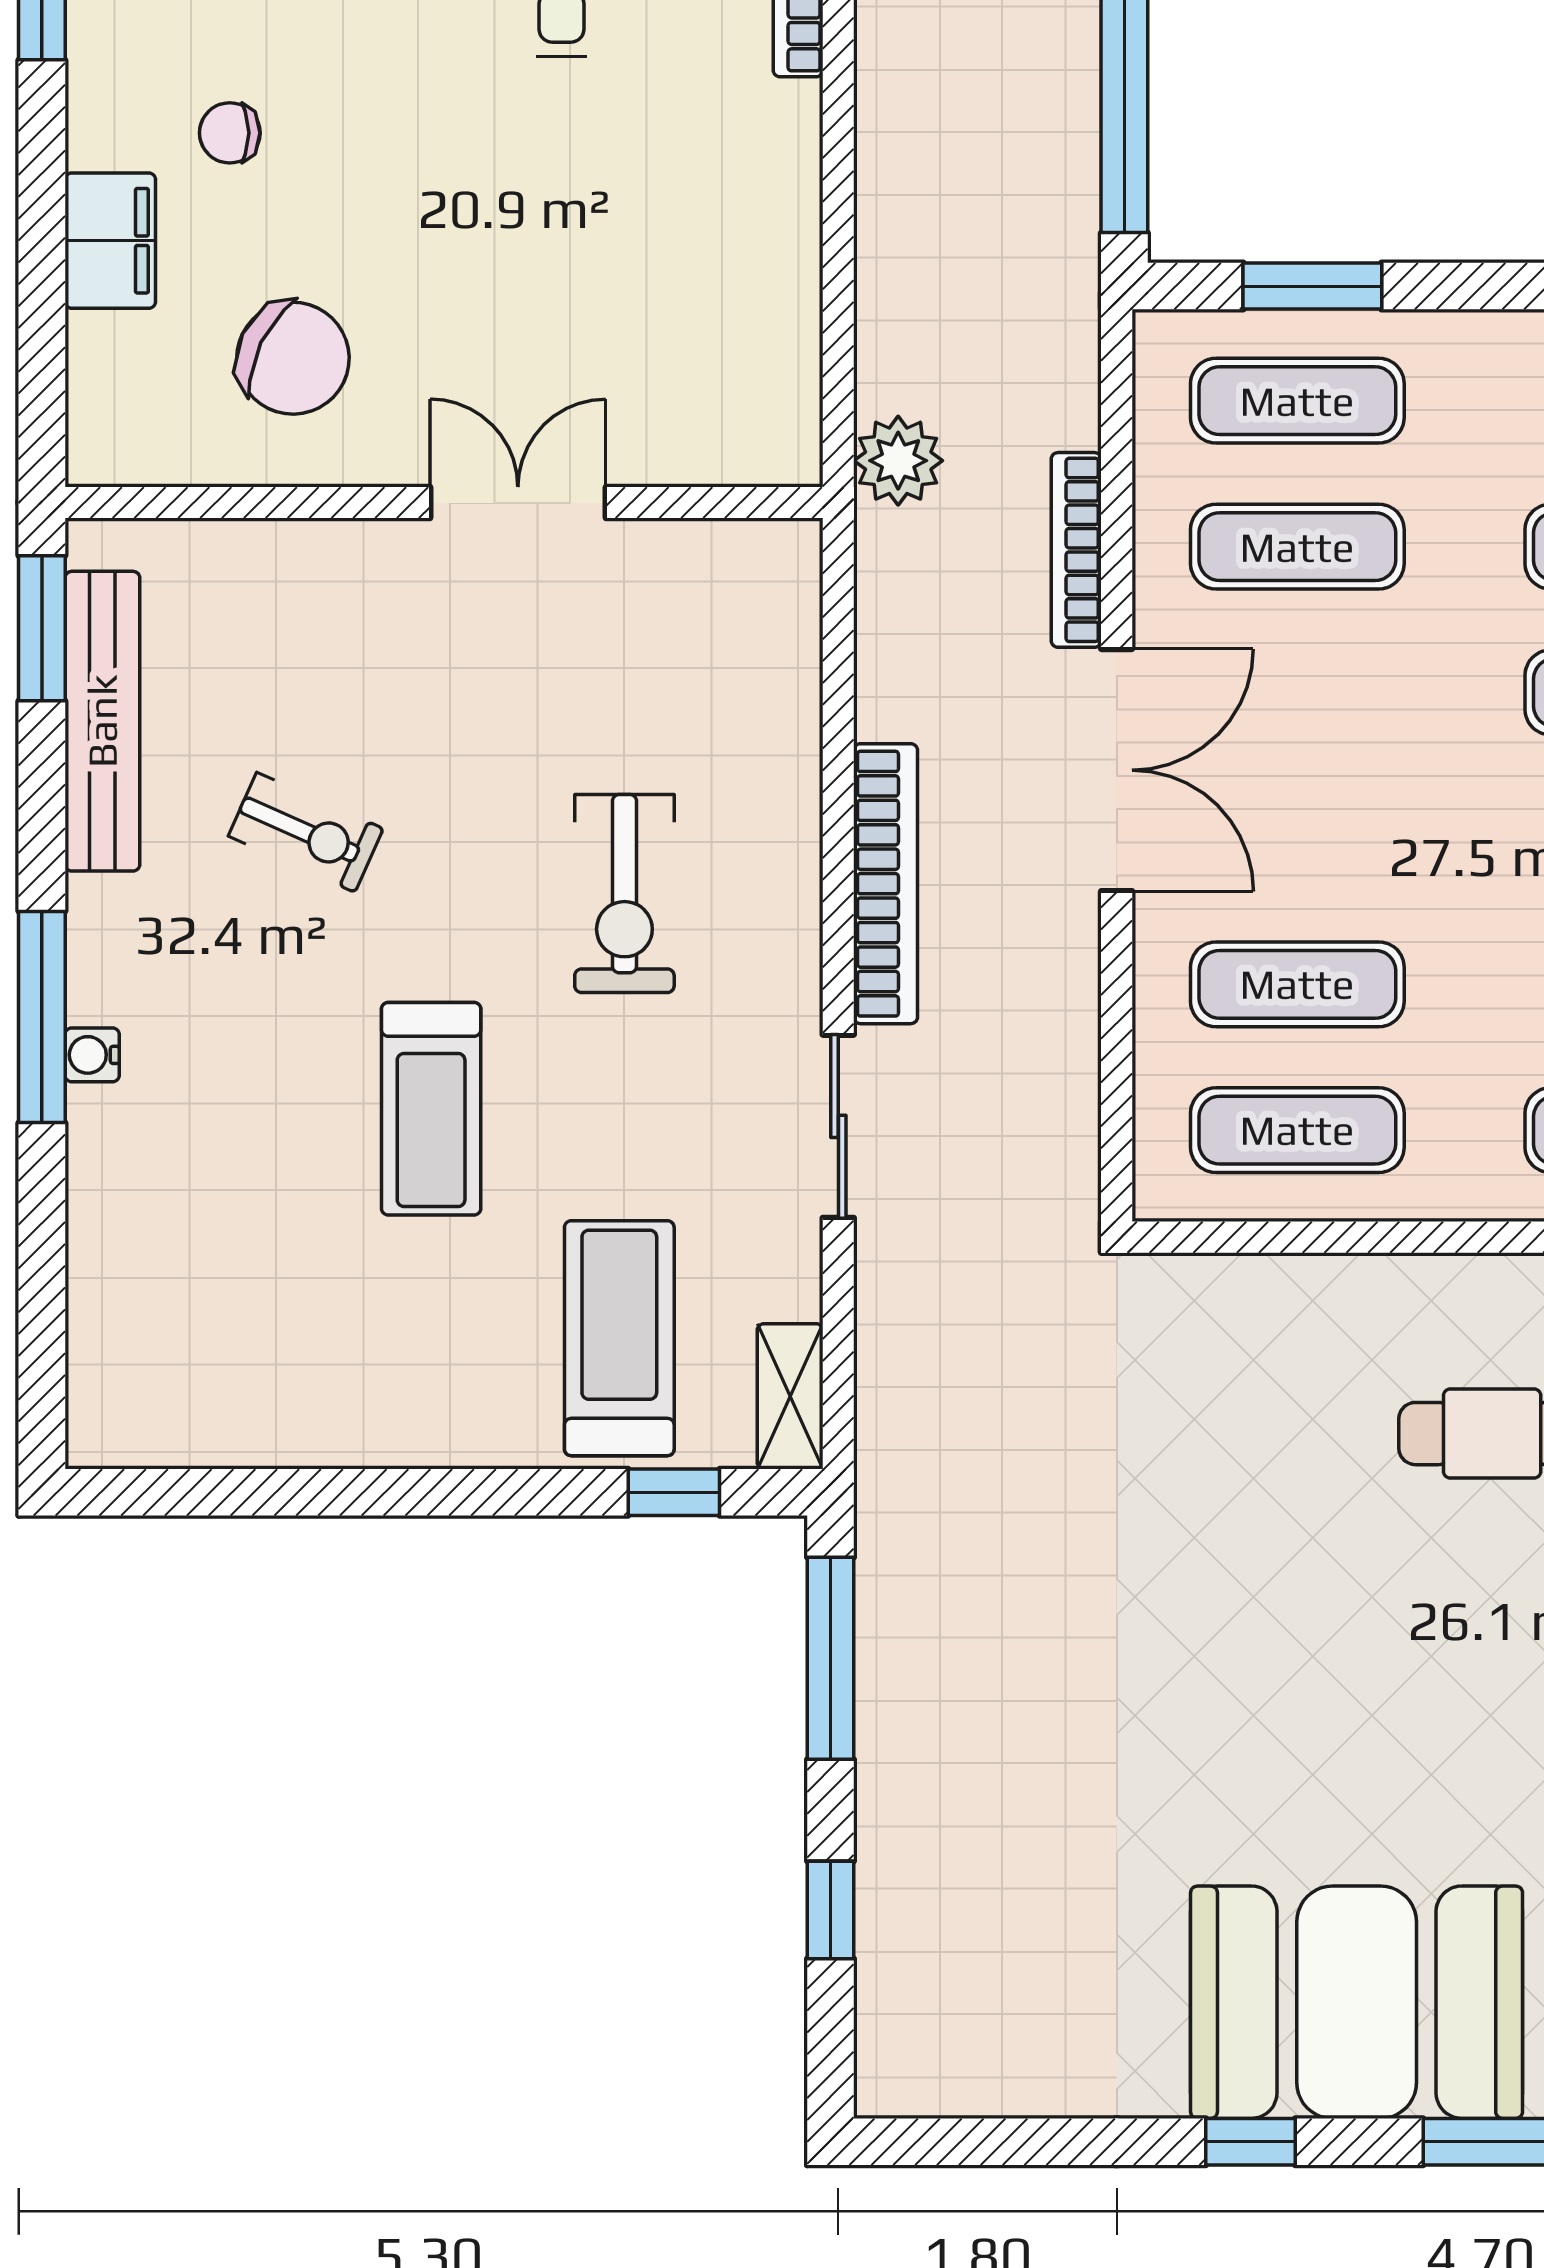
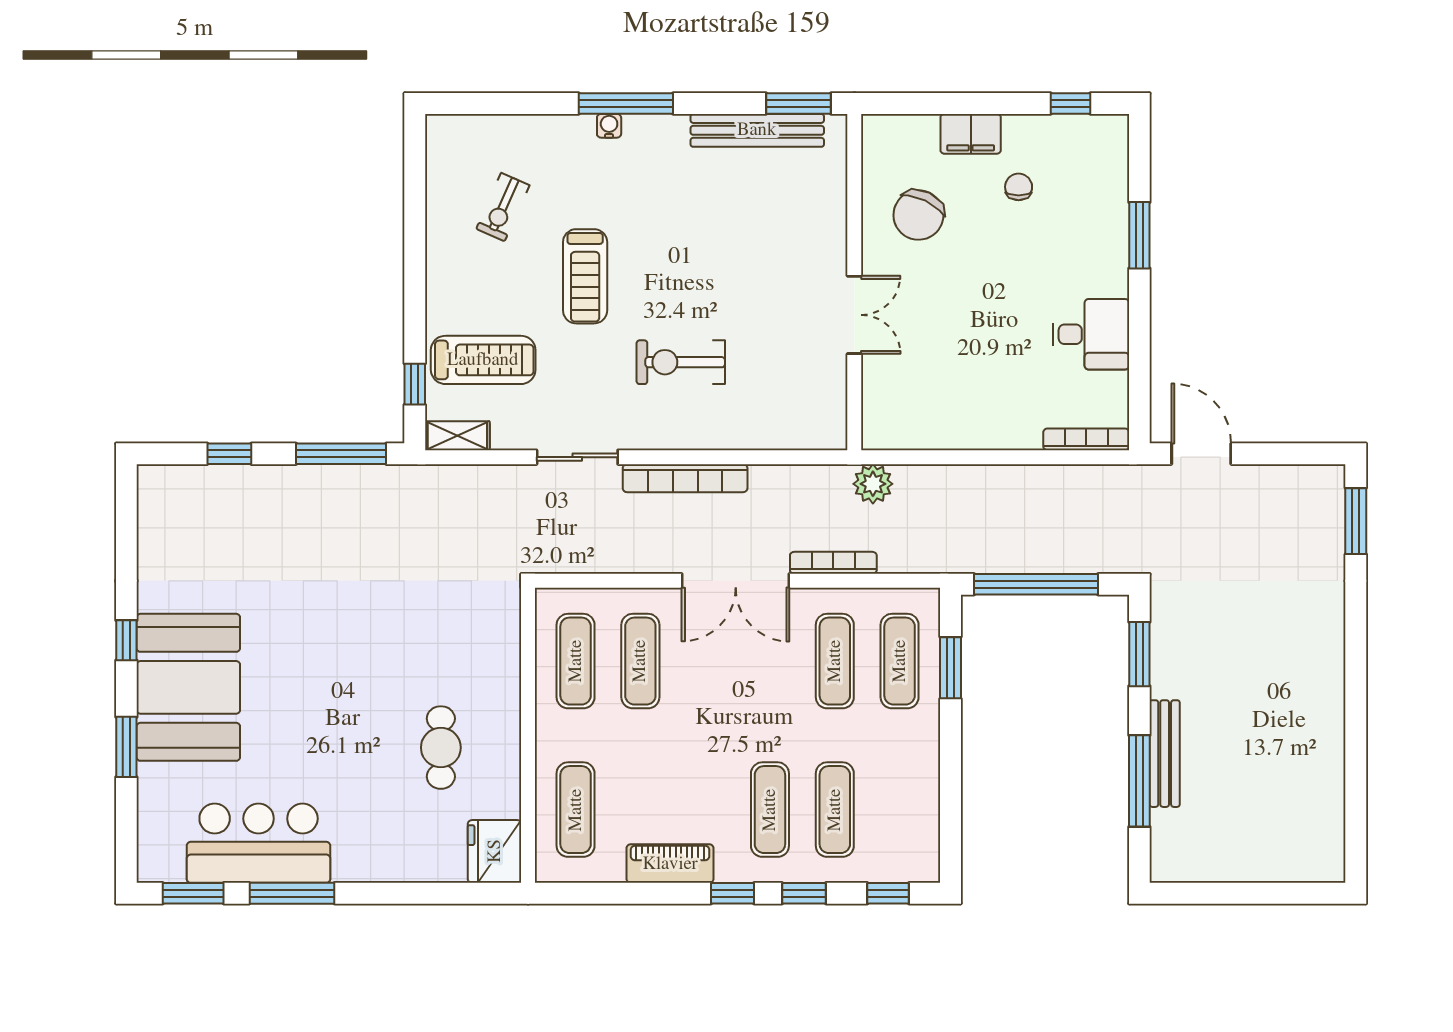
exercise bike: (306, 832) -> (503, 207), moved
treadmill: (431, 1109) -> (585, 276), turned -90

